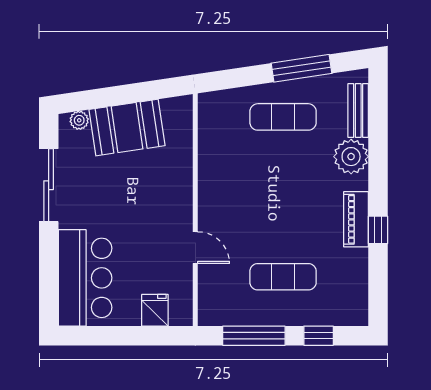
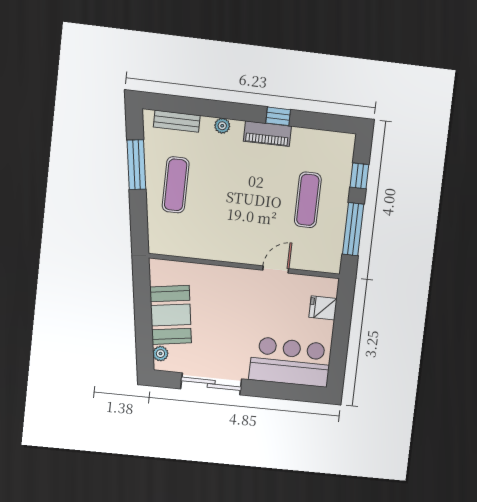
plant: (351, 157) -> (222, 126), width x0.53, depth x0.53

